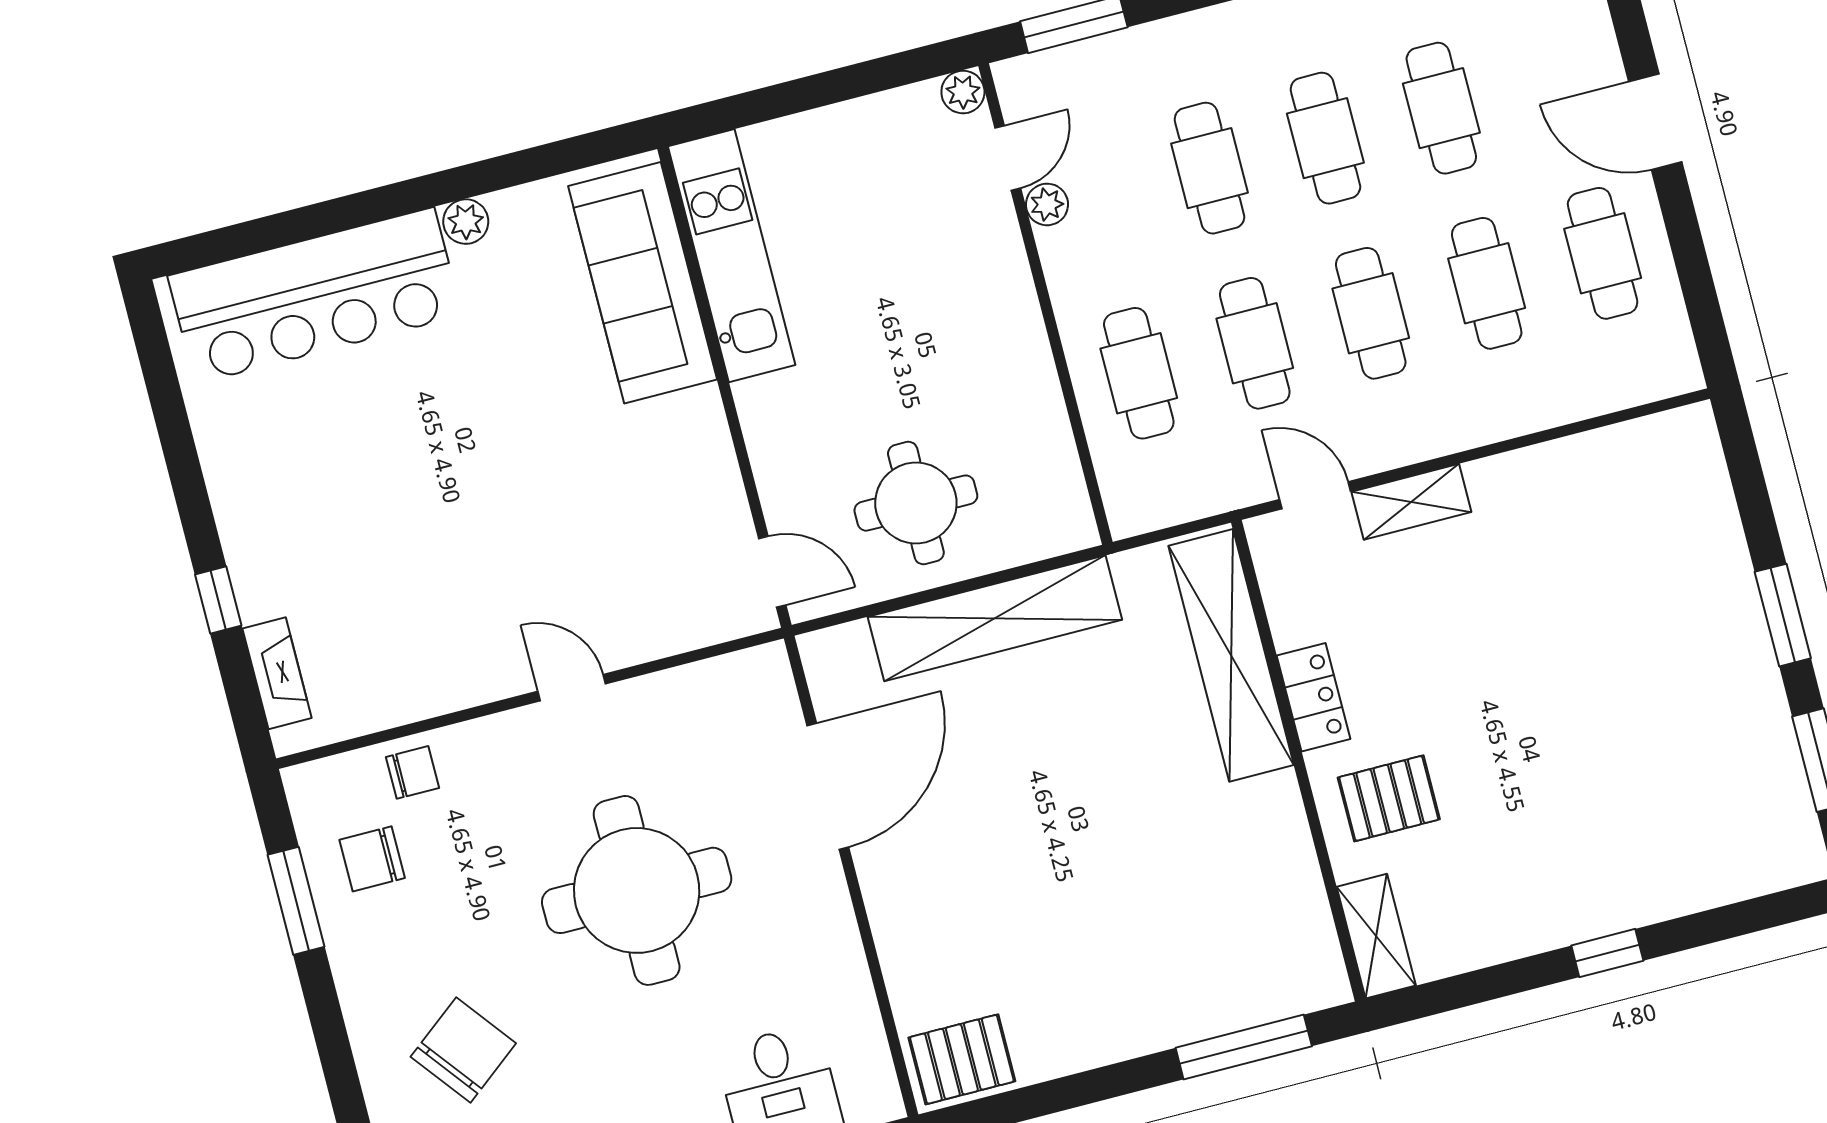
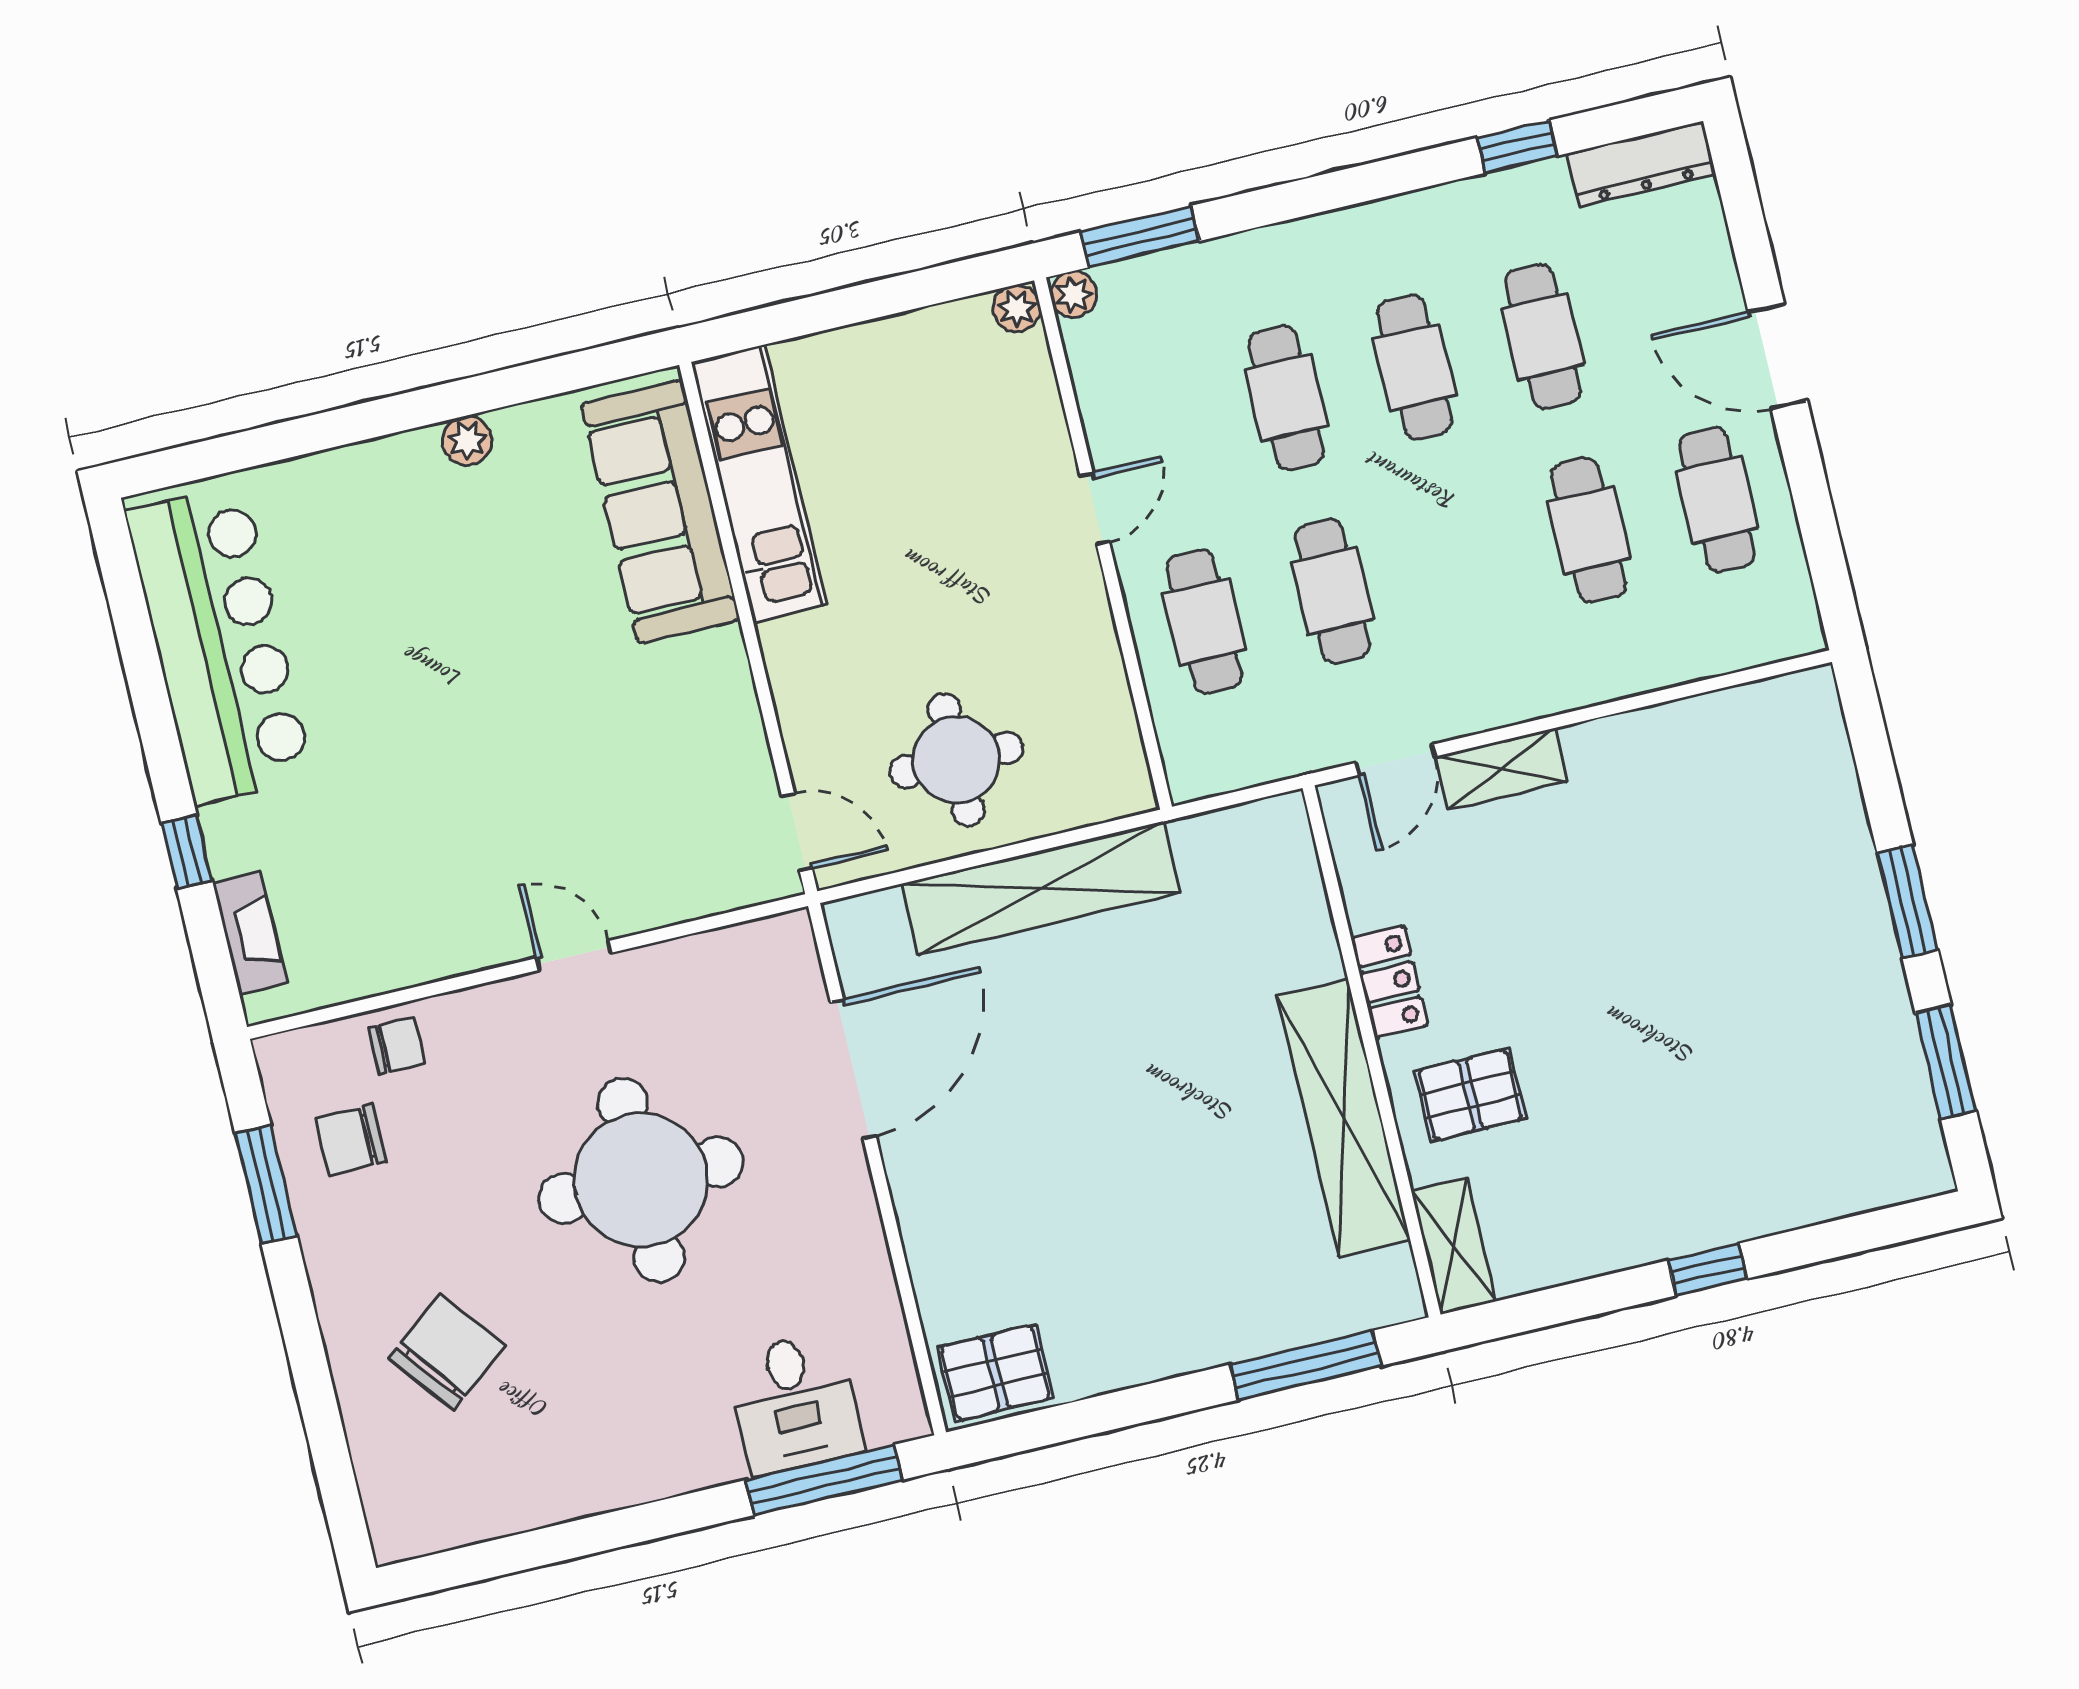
door: (1008, 158) -> (1095, 509), moved
plant: (1047, 204) -> (1074, 295), moved
bar counter: (315, 296) -> (219, 644), moved, turned -90
cafe table: (1371, 313) -> (1461, 561), removed
door: (1315, 495) -> (1396, 760), swing flipped
shelving: (1231, 655) -> (1344, 1118), moved

